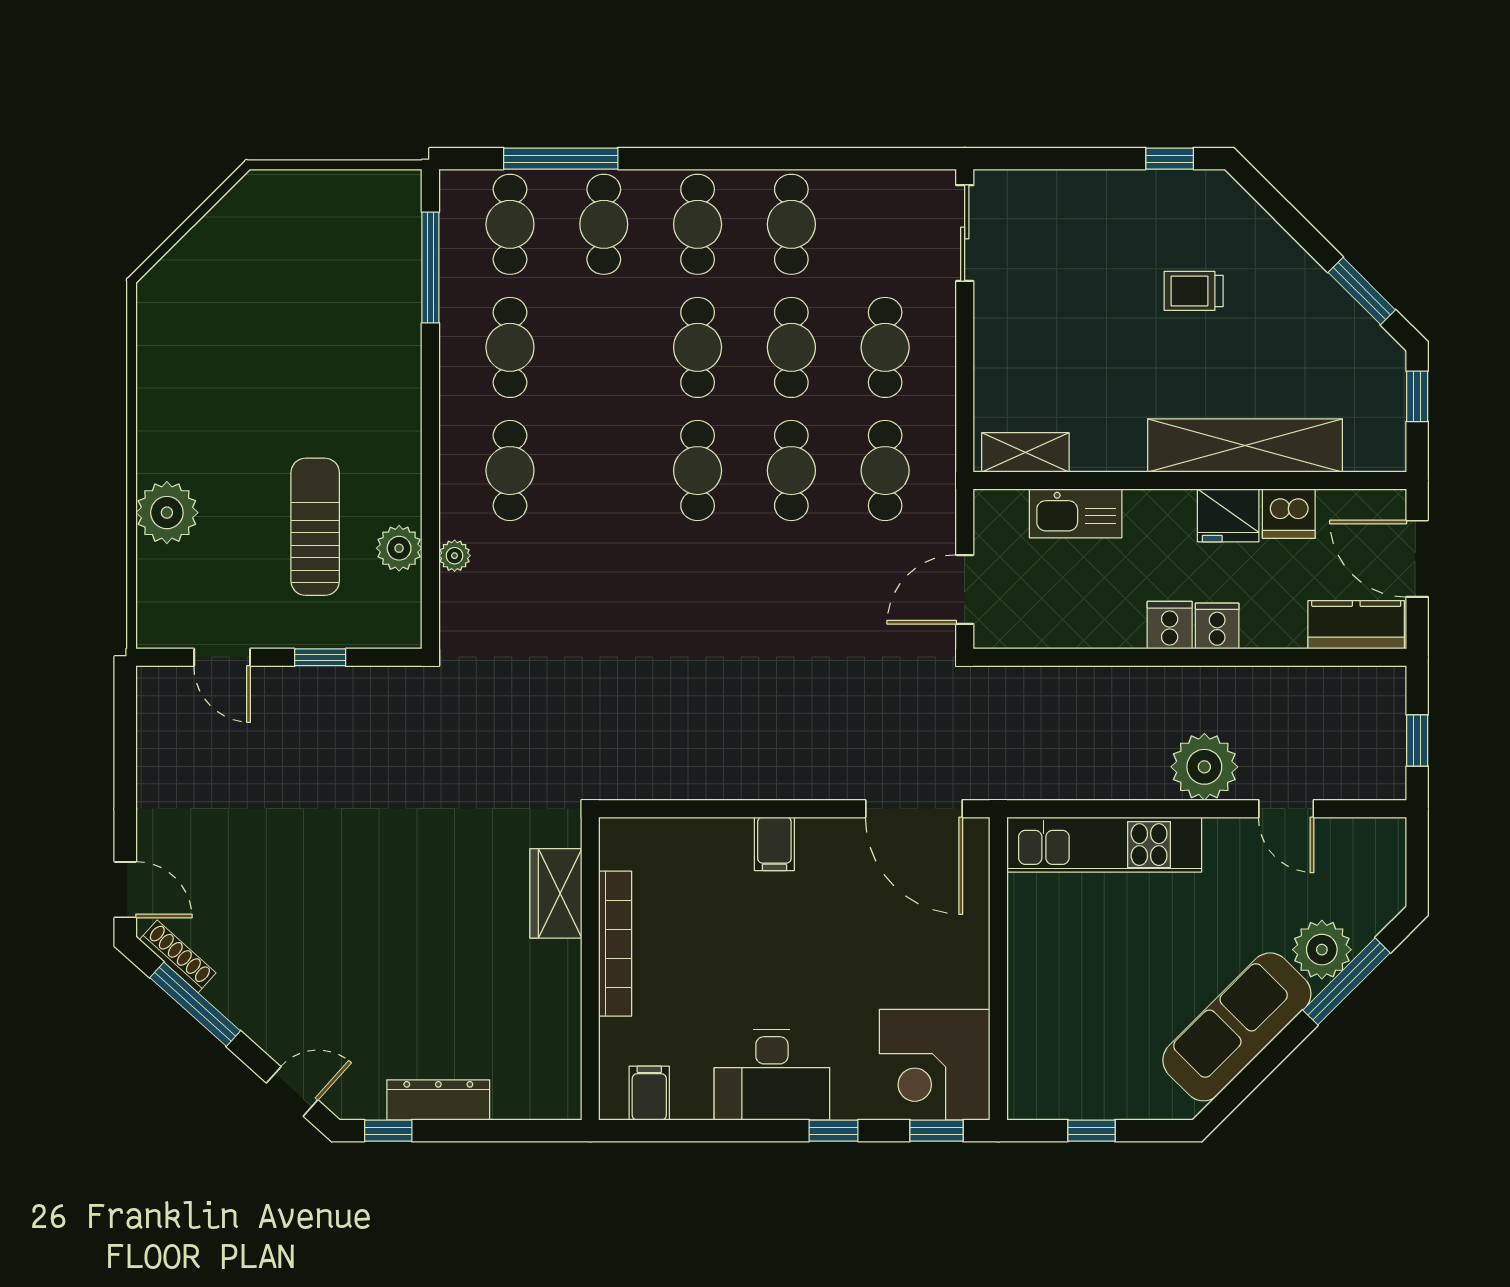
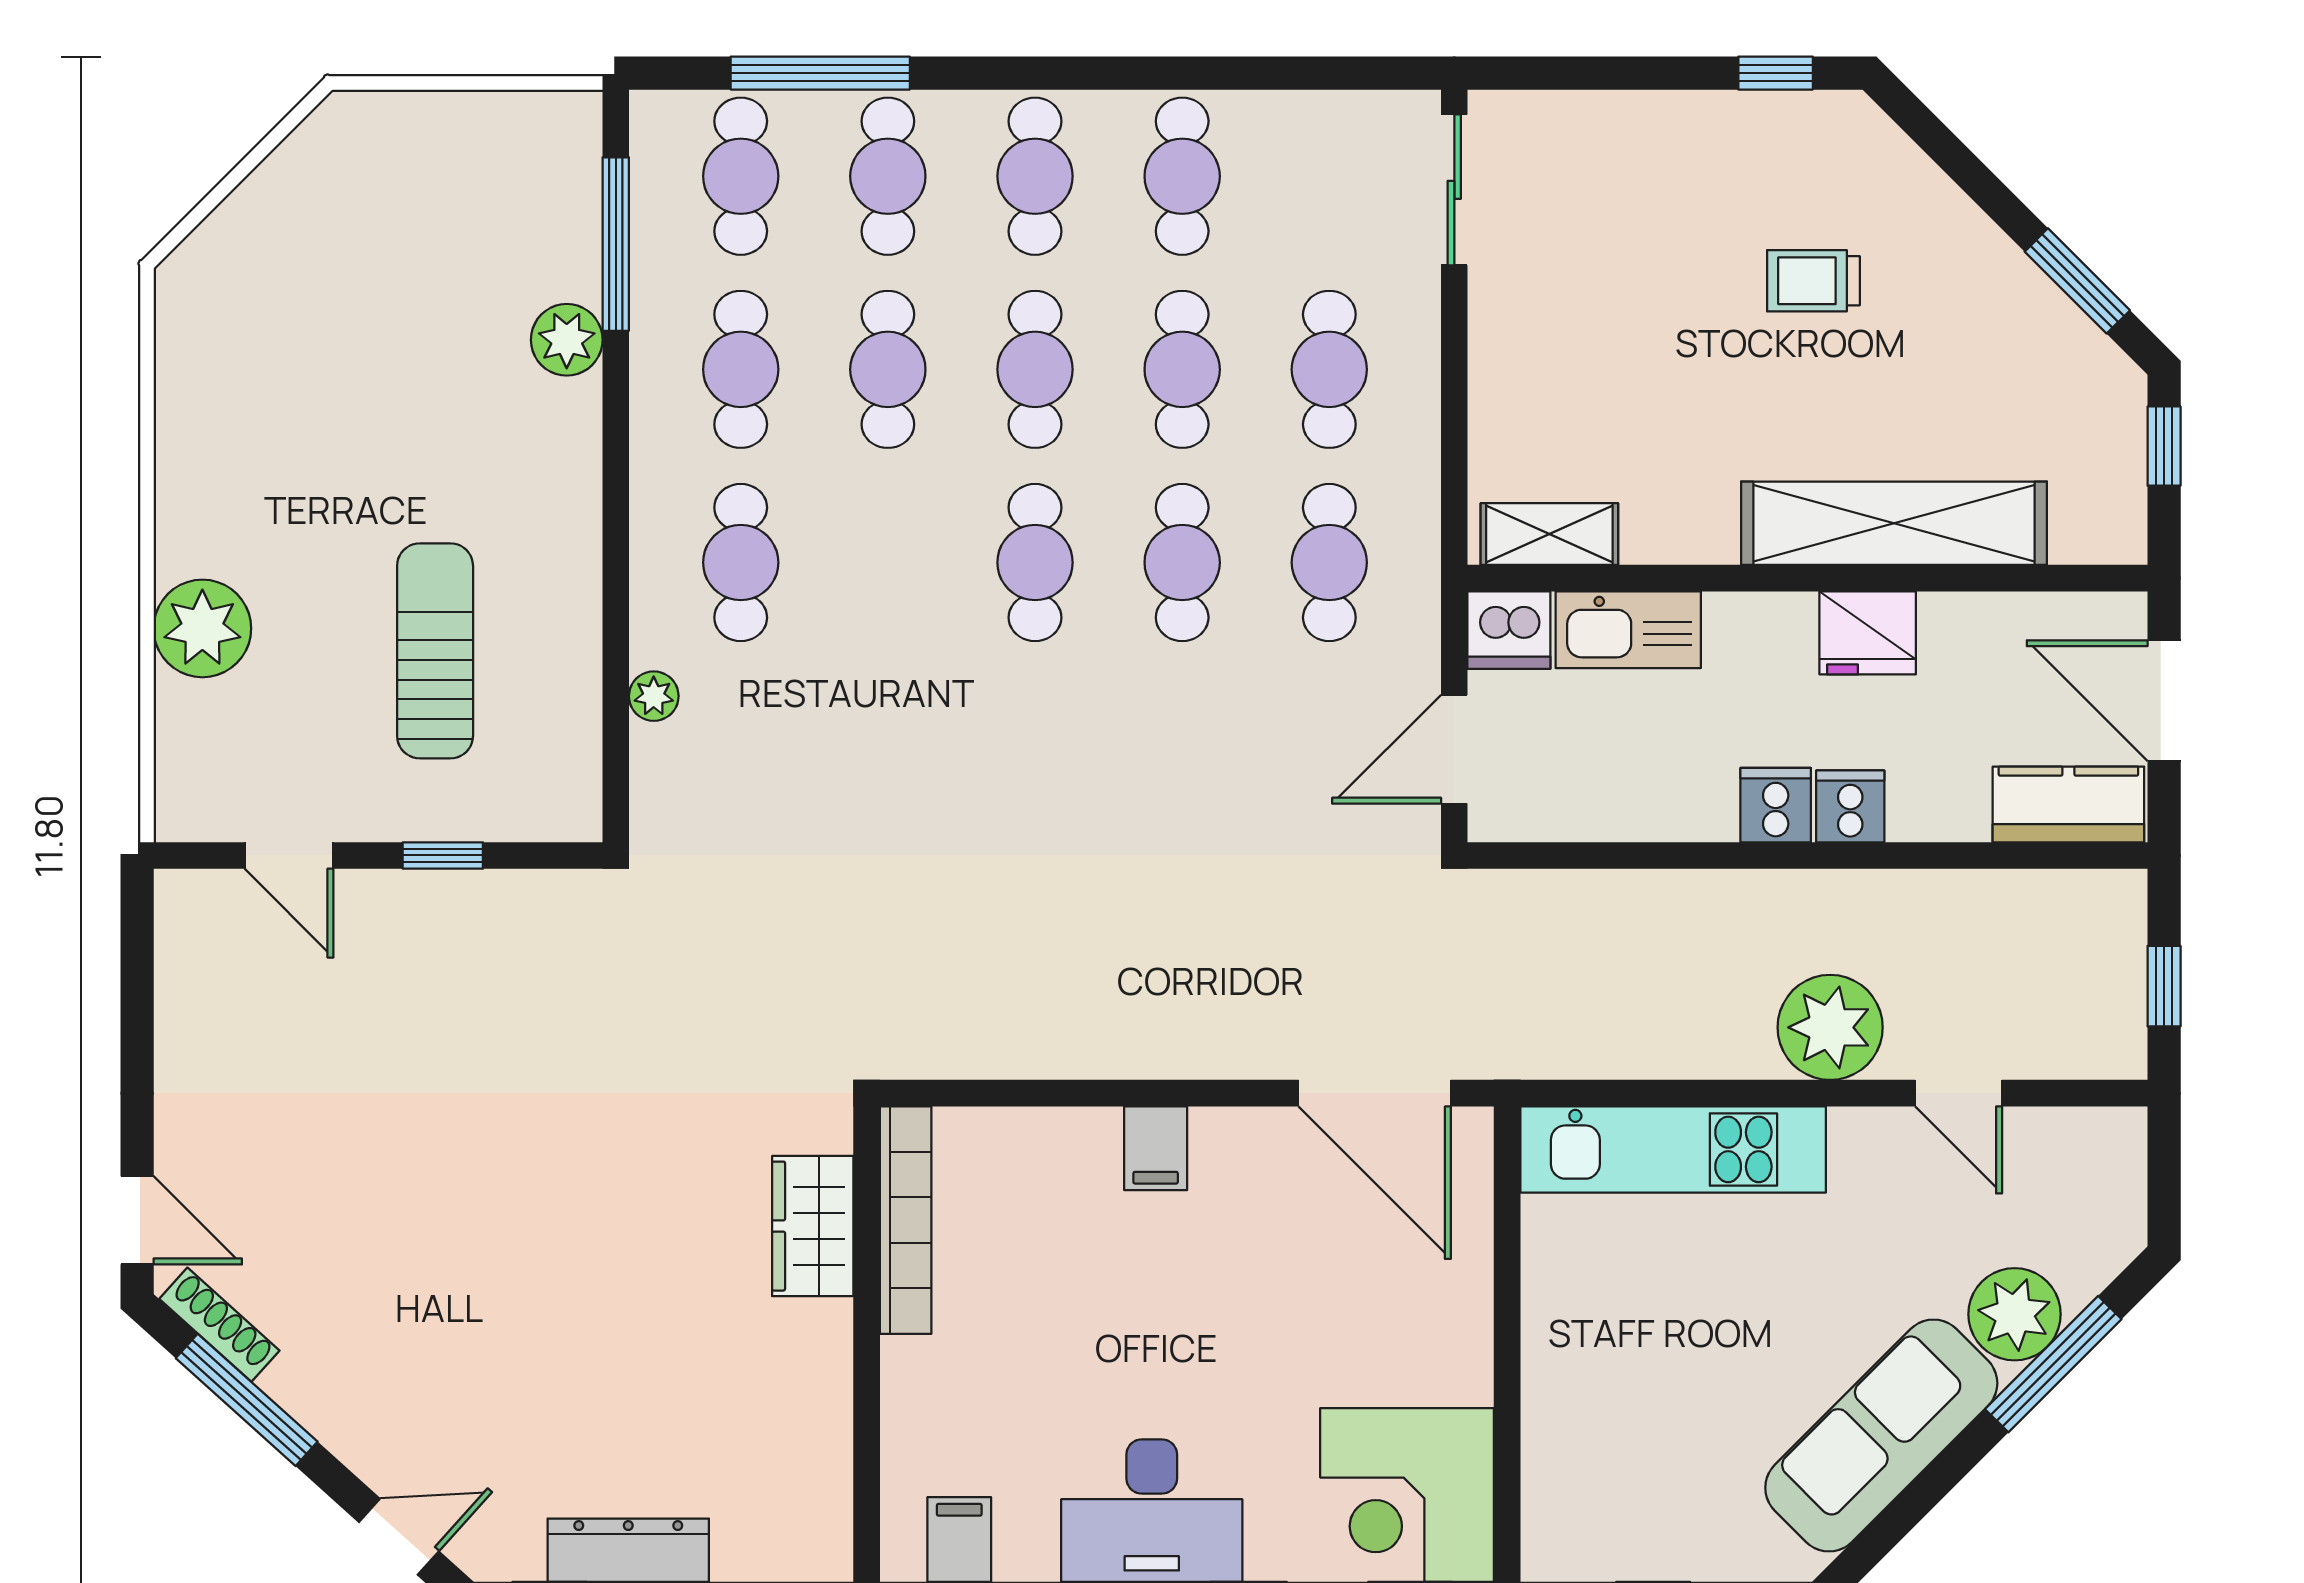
cafe table: (604, 347) -> (888, 369), added
dishwasher: (1289, 514) -> (1509, 630), moved
plant: (399, 548) -> (567, 340), moved
bookcase: (615, 944) -> (906, 1220), moved

